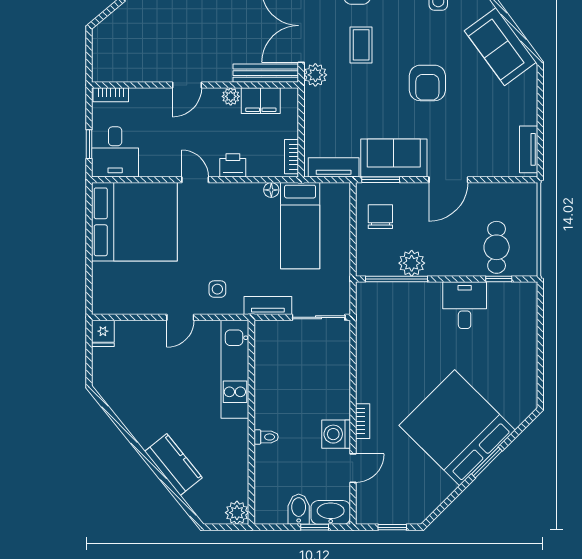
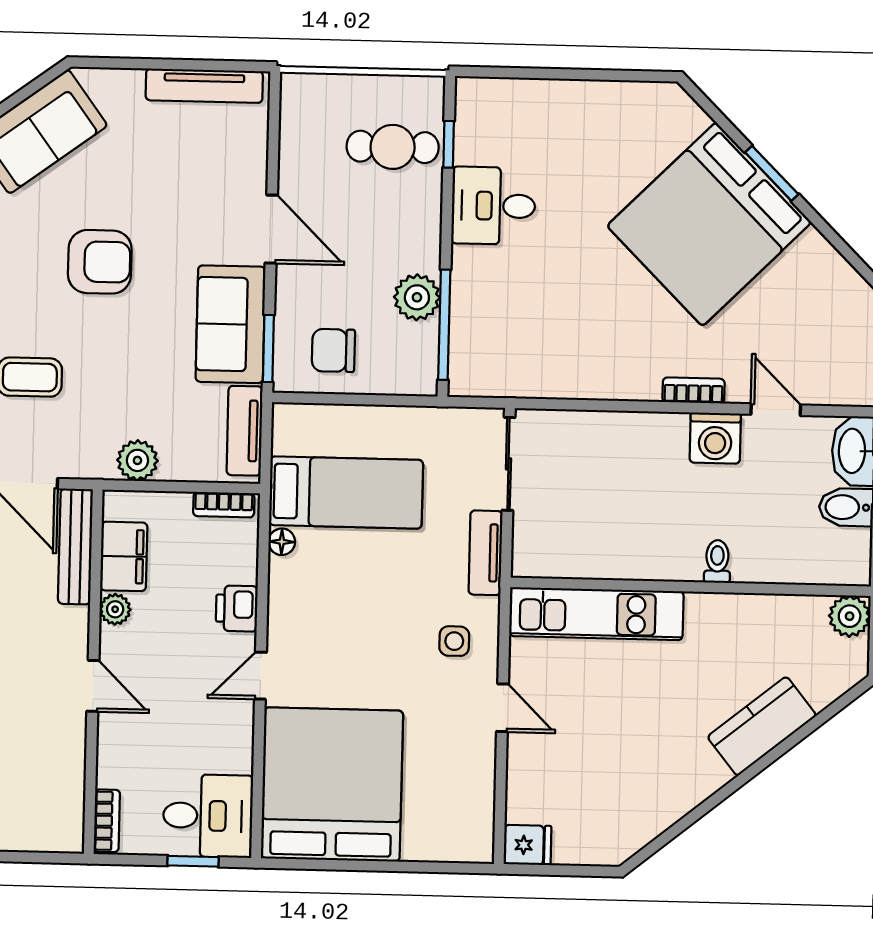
plant: (315, 75) -> (137, 460), moved
tv unit: (529, 149) -> (204, 86), width x1.41

